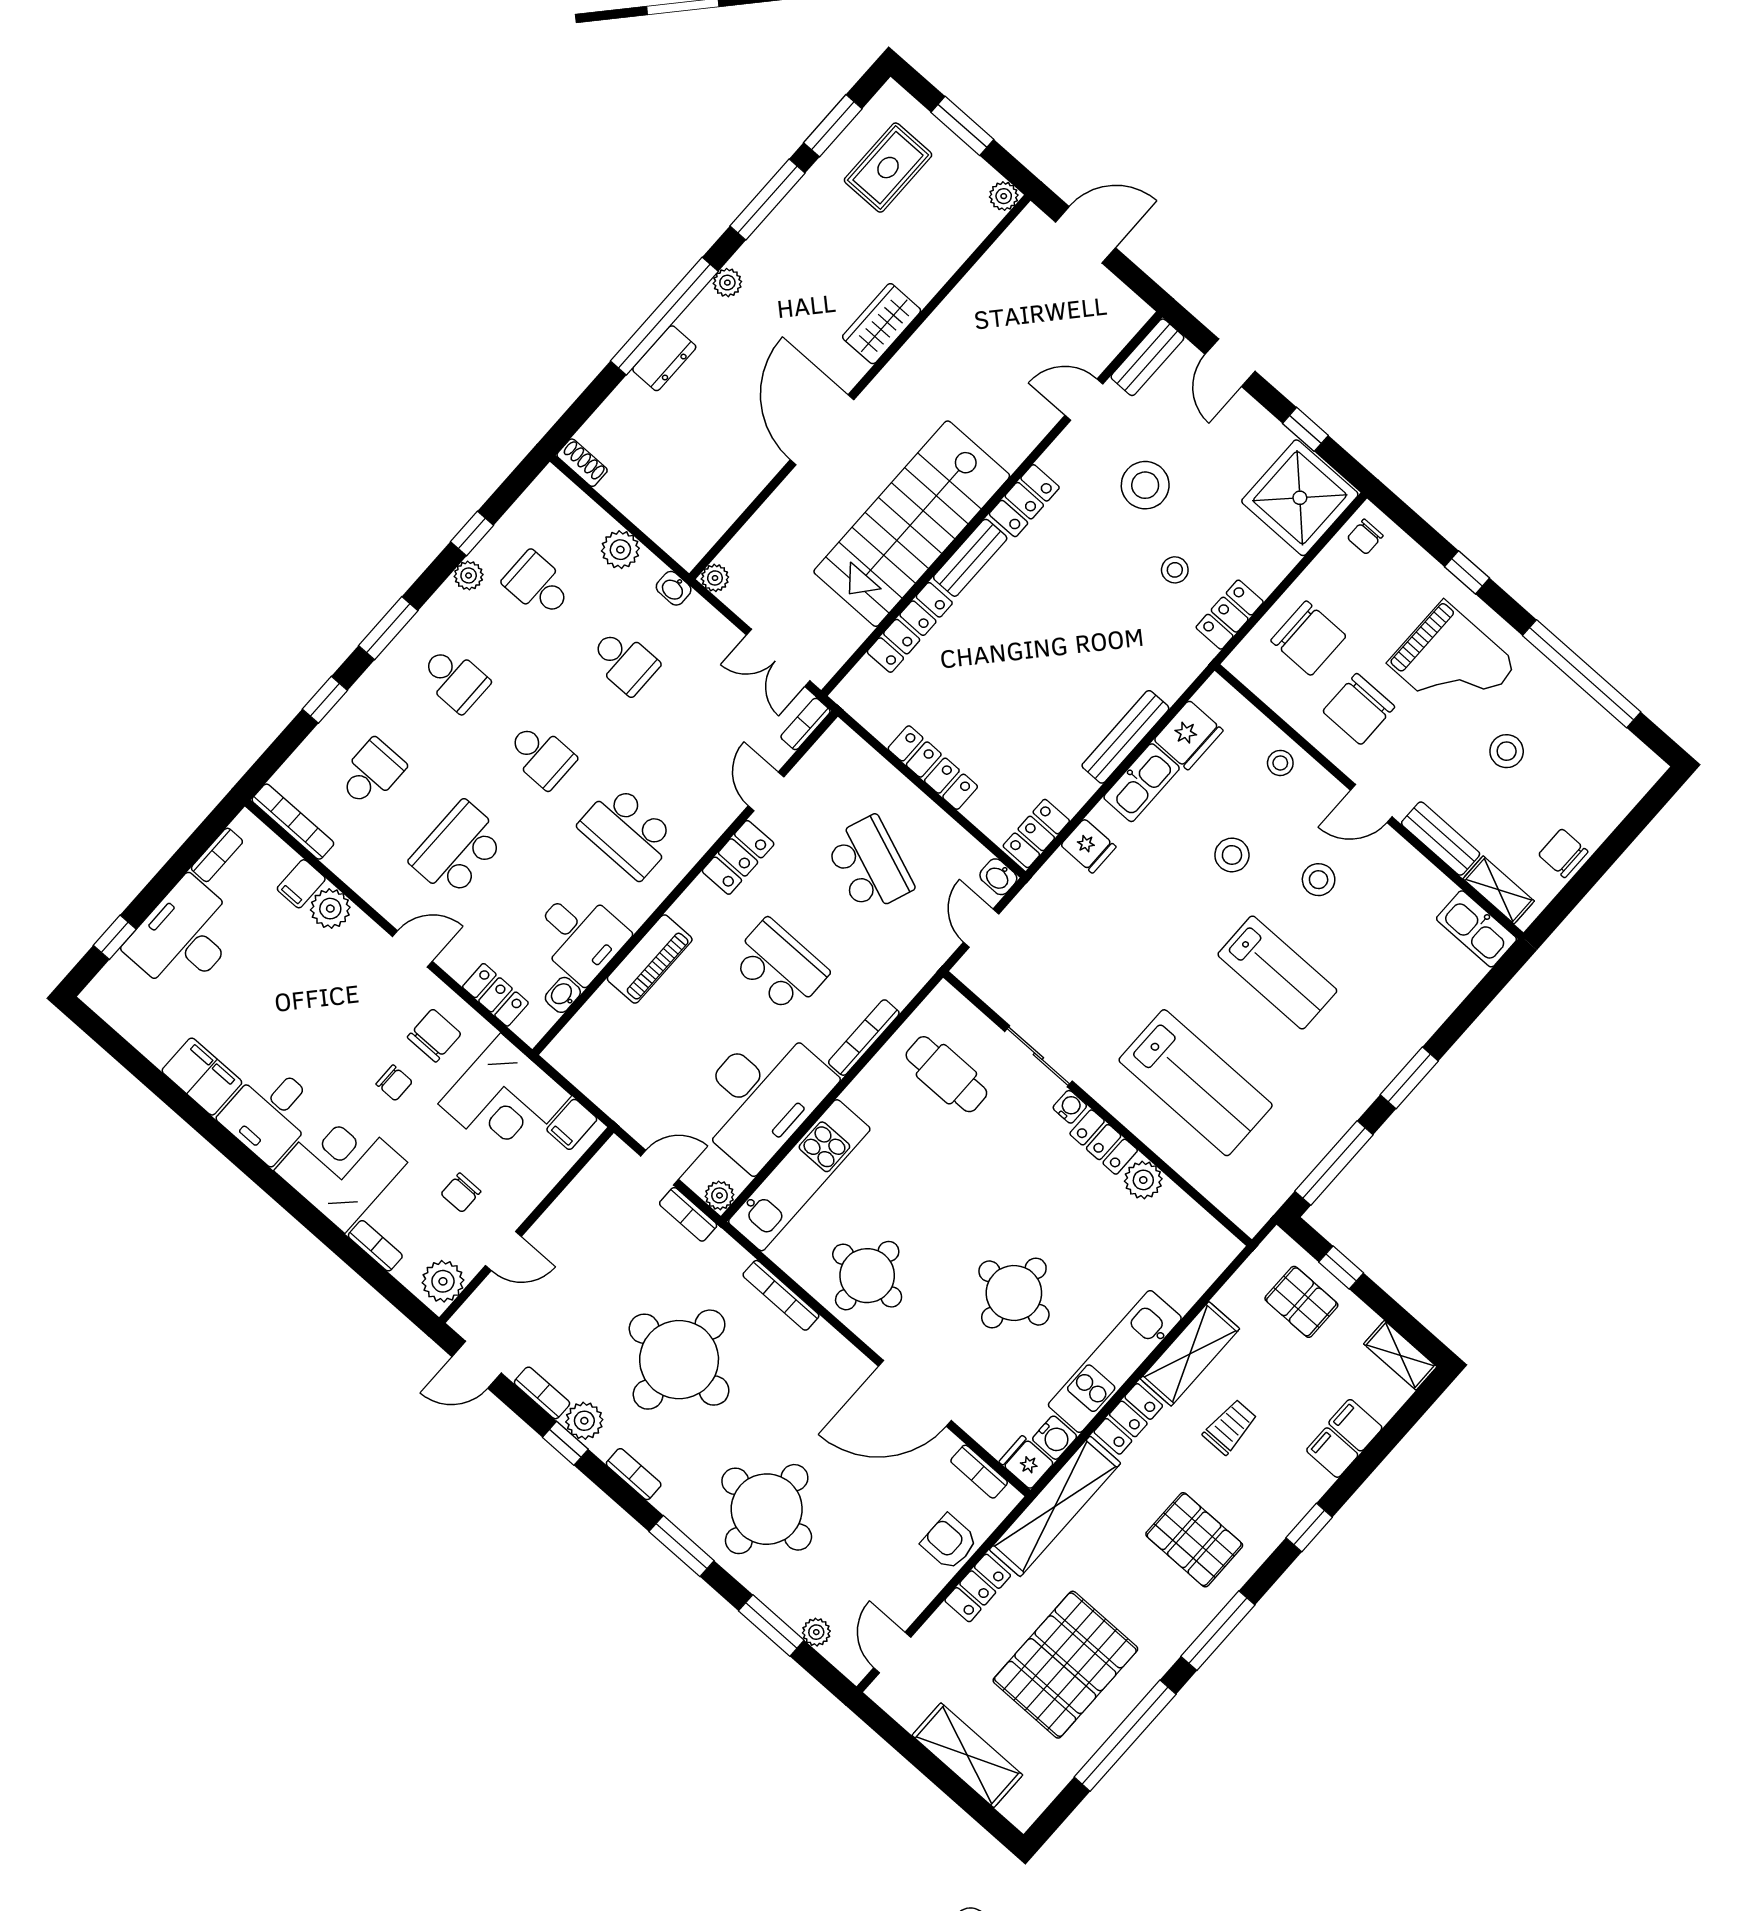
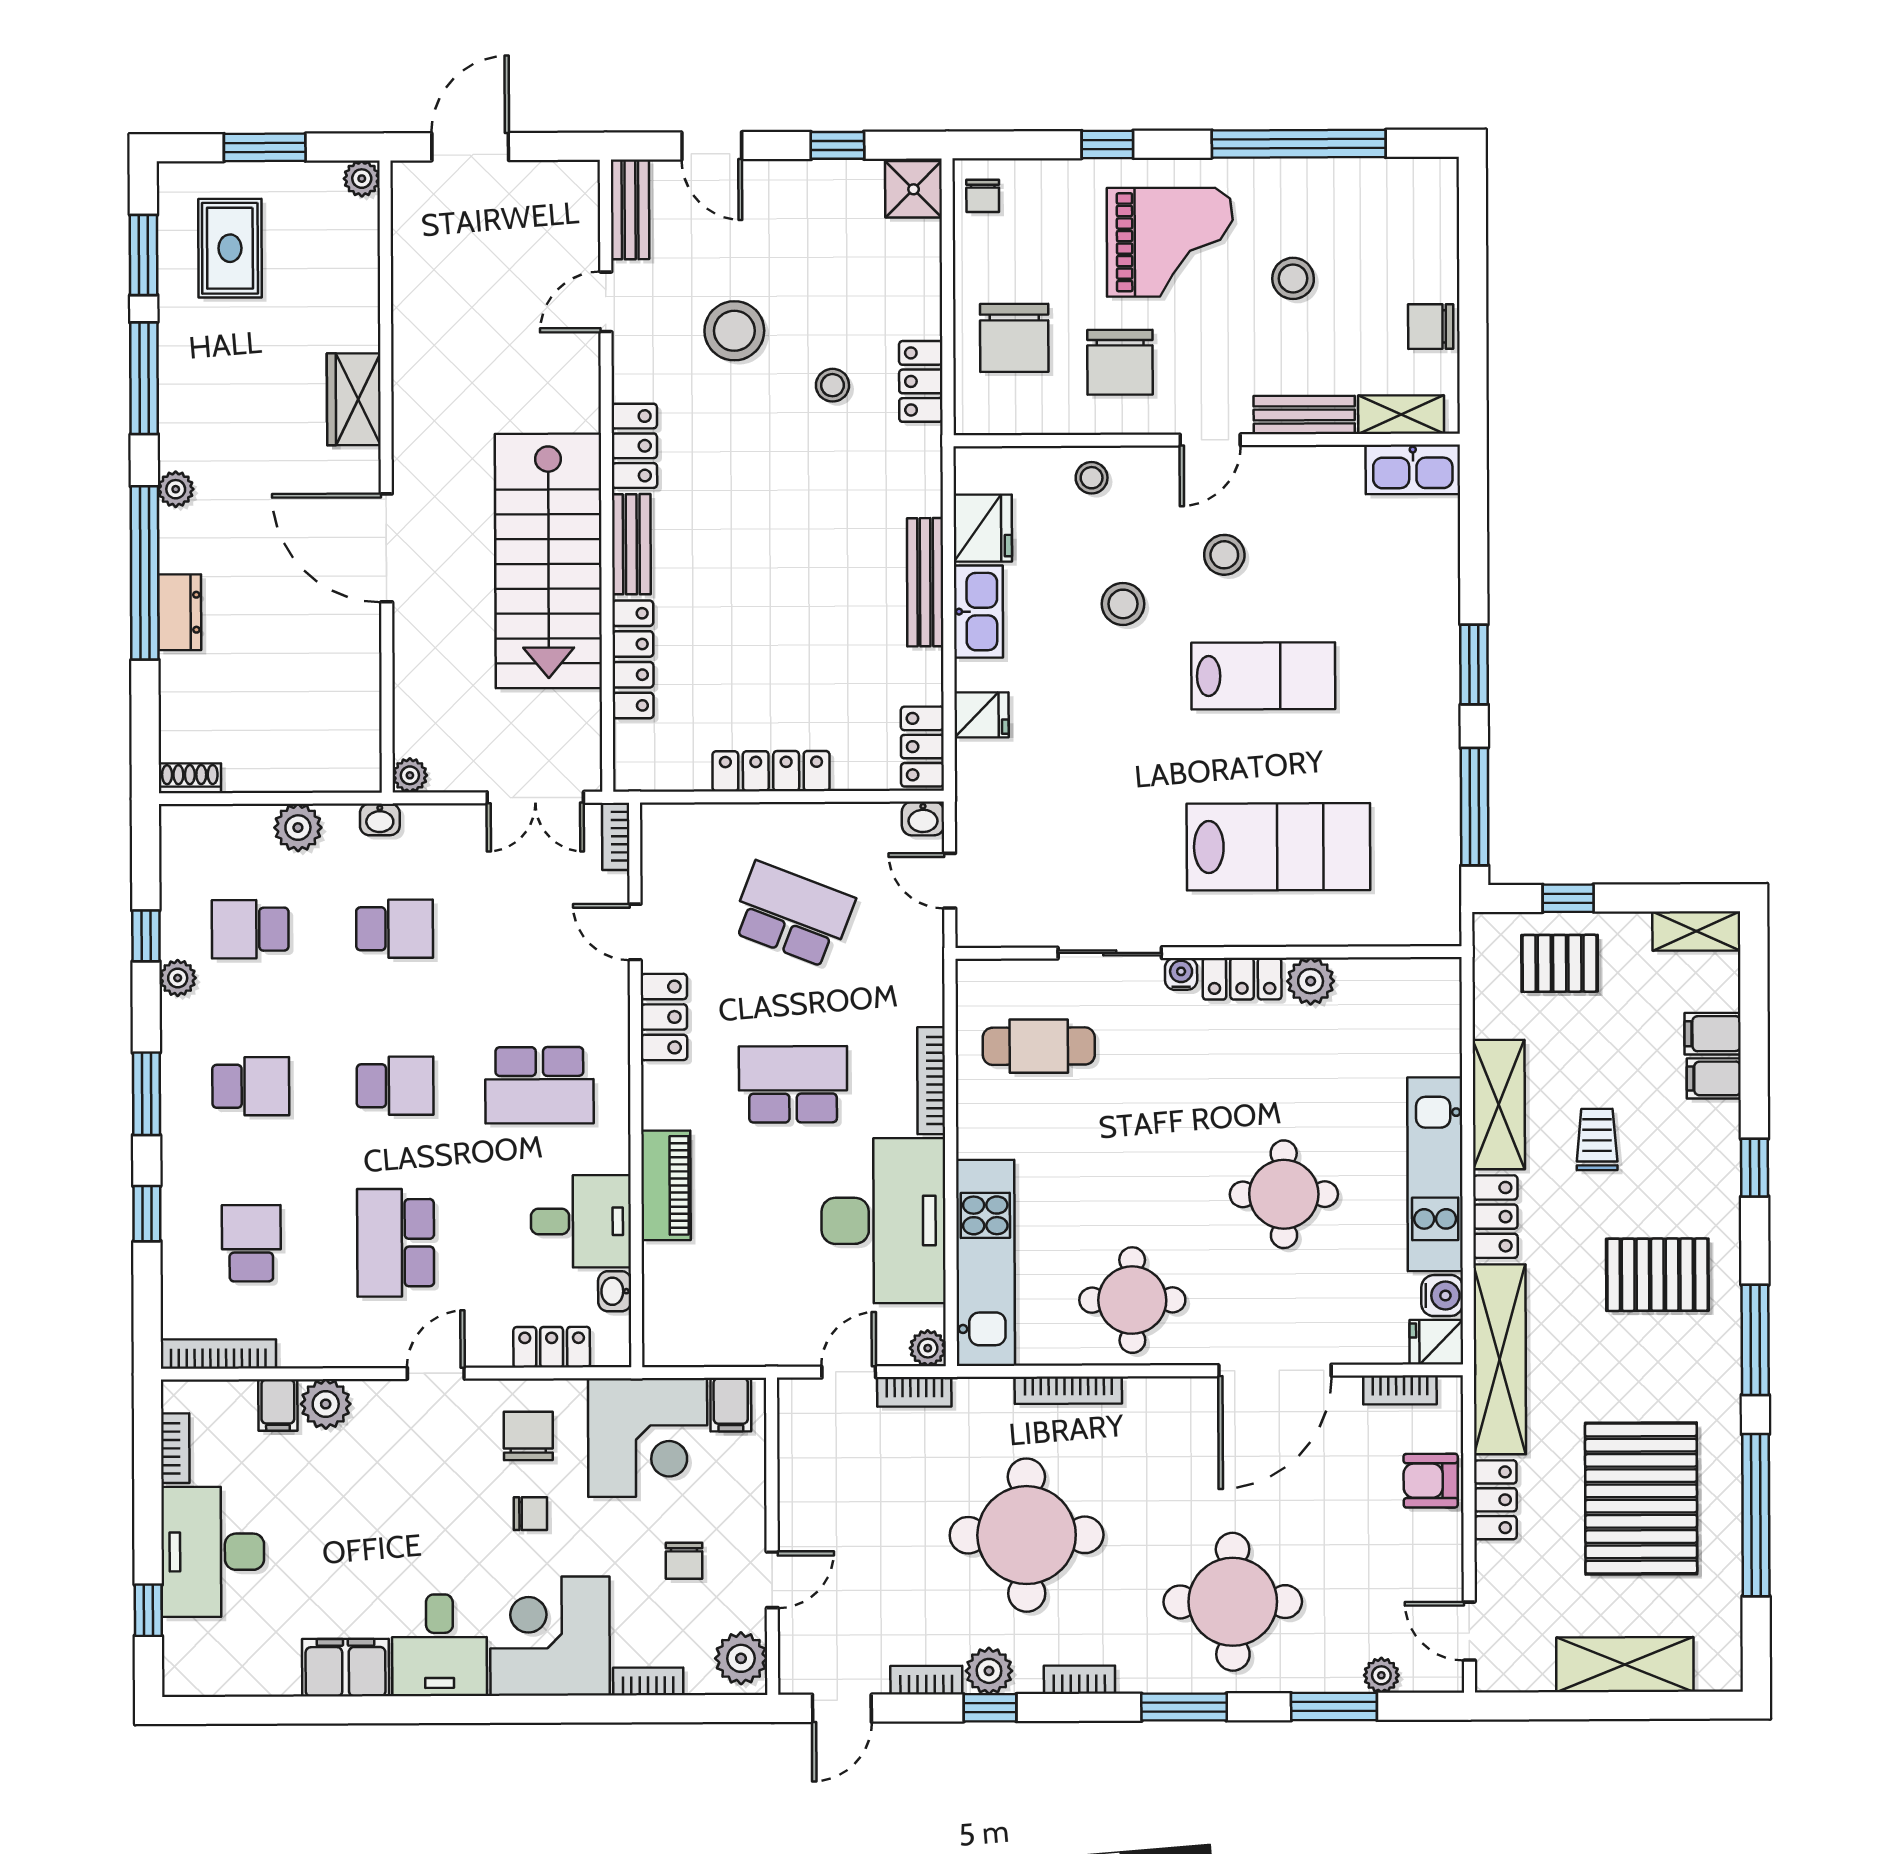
shower: (1300, 498) -> (914, 189), width x0.54, depth x0.54
chair: (1308, 638) -> (1014, 338), turned 90

